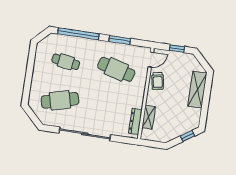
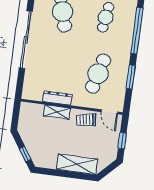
shelving: (149, 117) -> (57, 112), moved
dresser: (135, 121) -> (57, 98), moved

